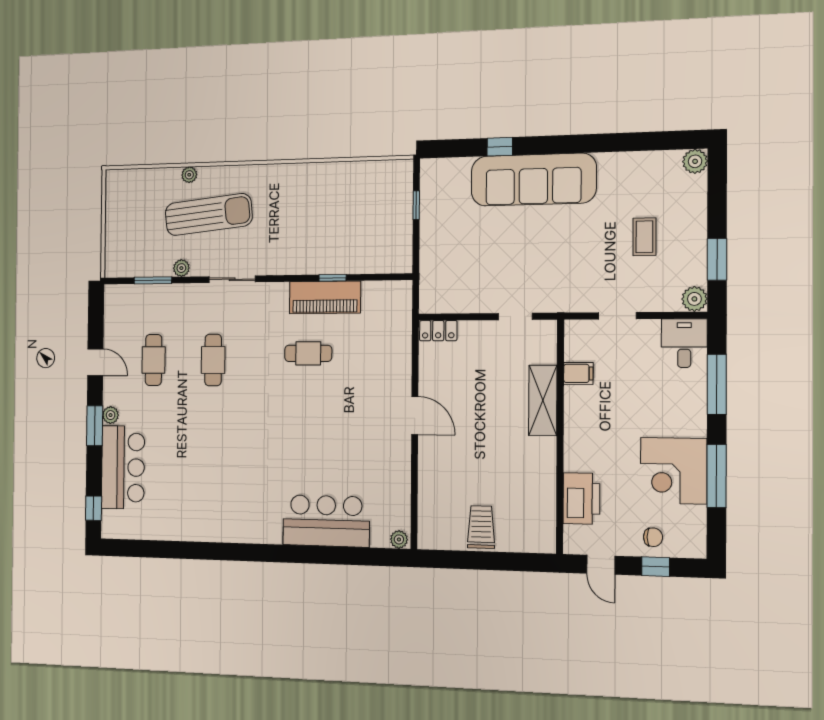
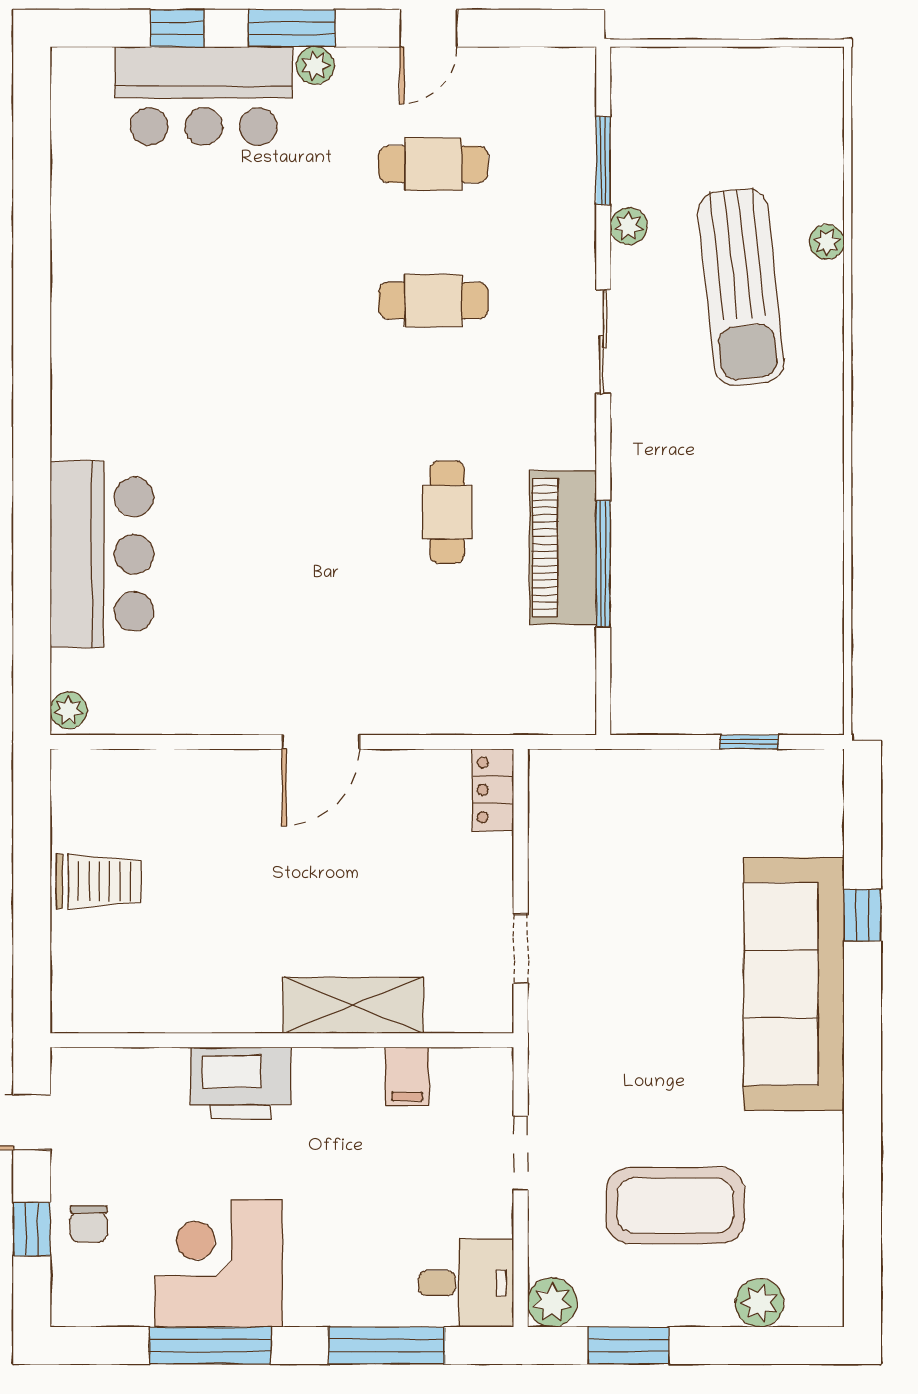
plant: (695, 161) -> (760, 1303), moved
coffee table: (644, 237) -> (675, 1206), width x1.86, depth x1.72
window: (333, 278) -> (603, 564), width x2.17
printer: (581, 498) -> (241, 1083), moved
window: (94, 508) -> (177, 28), moved

